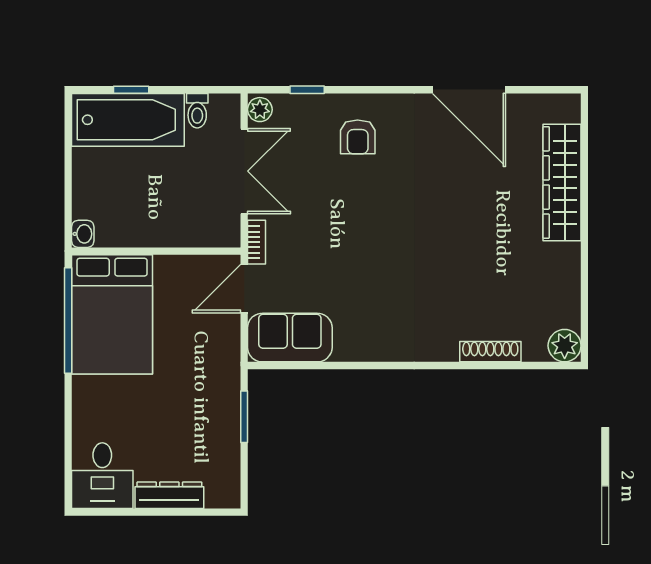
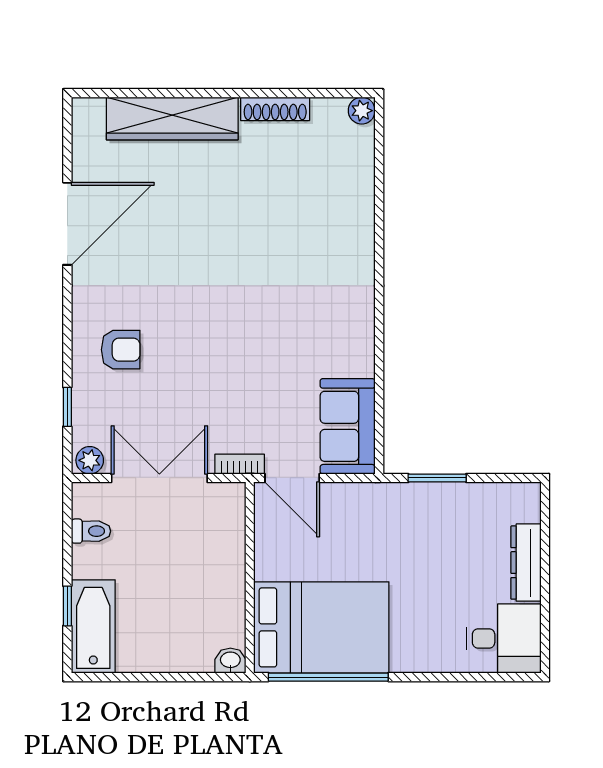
bathtub: (128, 120) -> (93, 626), width x0.73, depth x0.73
plant: (565, 346) -> (362, 111), width x0.73, depth x0.73
shoe rack: (490, 352) -> (275, 109), moved, turned -90

